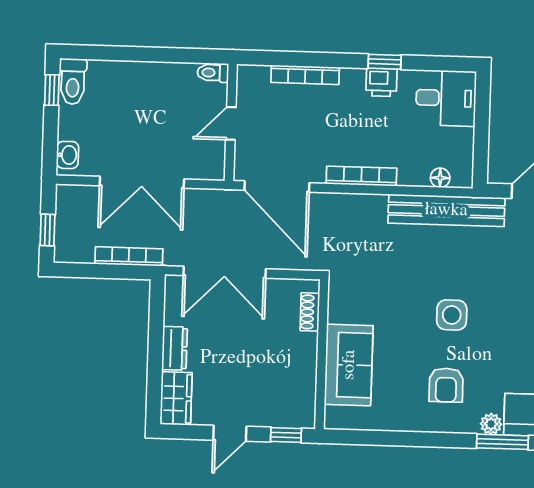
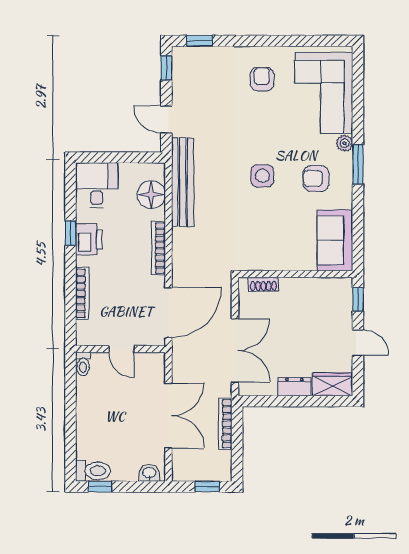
printer: (381, 82) -> (89, 239), width x1.36, depth x1.24
floor lamp: (440, 178) -> (151, 195), width x1.89, depth x1.89
sofa: (349, 365) -> (335, 240), moved, turned -90
armchair: (446, 385) -> (316, 178), turned 180
window: (502, 442) -> (358, 164), moved

